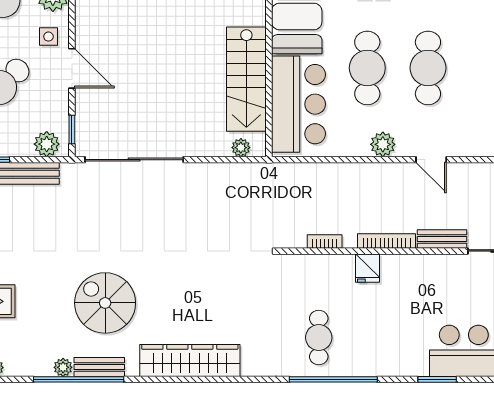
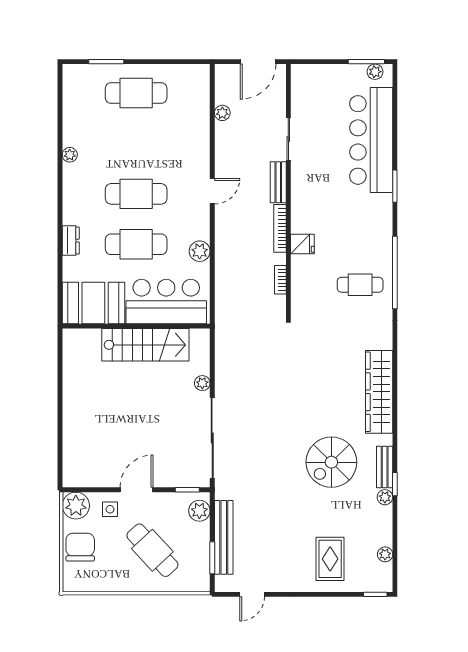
plant: (383, 144) -> (200, 251), moved
plant: (241, 148) -> (202, 383), moved
window: (79, 379) -> (395, 484), width x0.32

